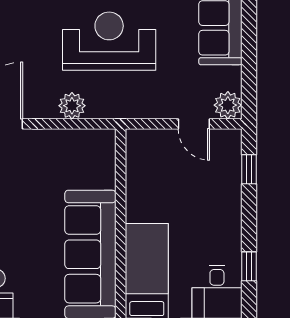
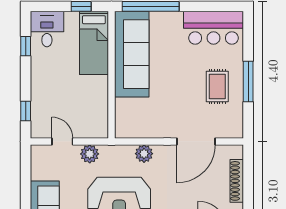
plant: (228, 105) -> (90, 154), moved

